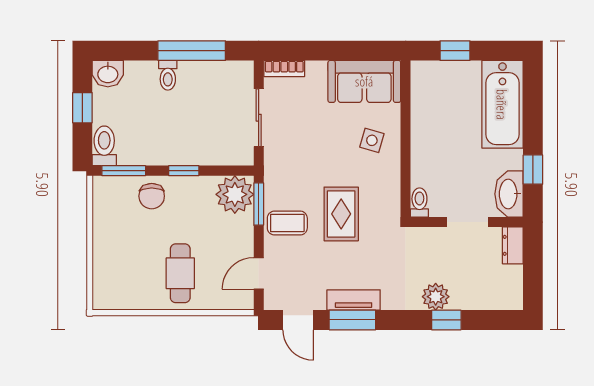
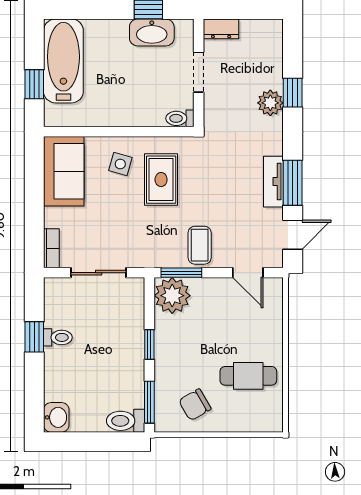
window: (192, 51) -> (34, 337), width x0.46
toilet: (168, 75) -> (58, 337), moved
bathtub: (502, 104) -> (63, 61), moved, turned -90
window: (82, 108) -> (89, 442), removed
washbasin: (509, 194) -> (152, 32), moved
chair: (152, 196) -> (195, 405), moved, turned 150
rug: (341, 214) -> (161, 180), moved, turned 90
cafe table: (180, 273) -> (248, 376), moved

